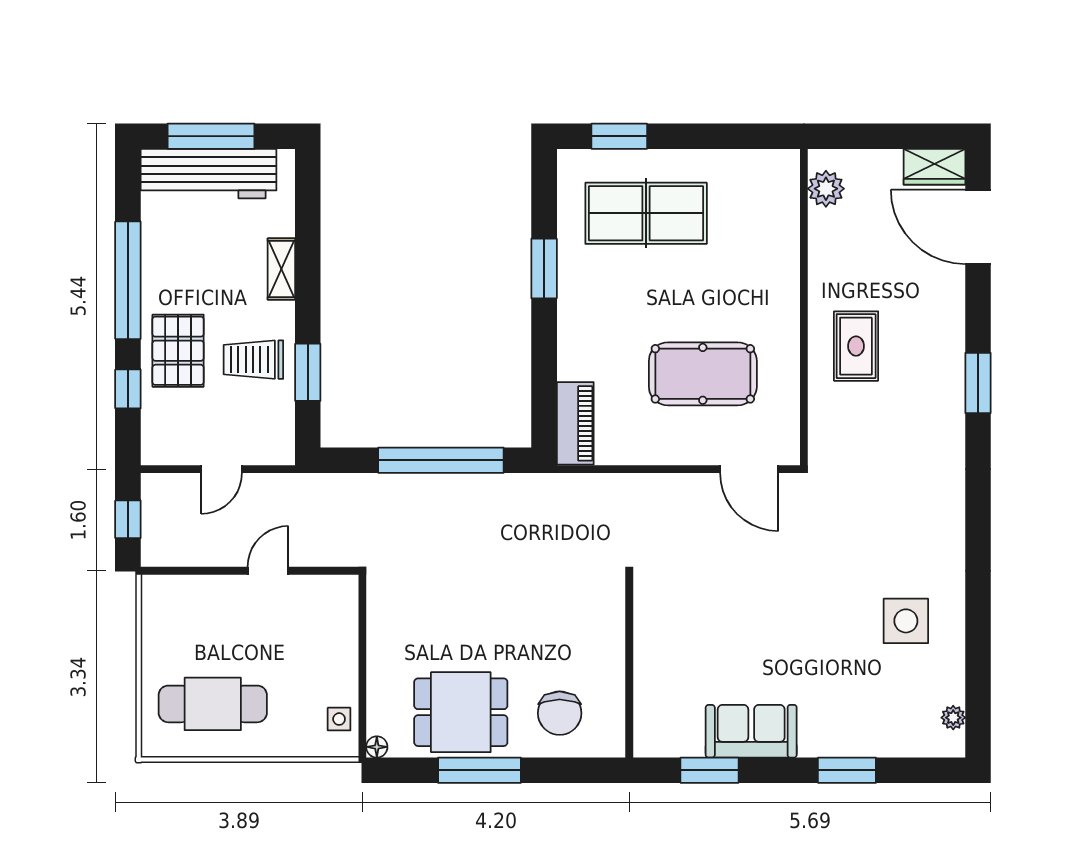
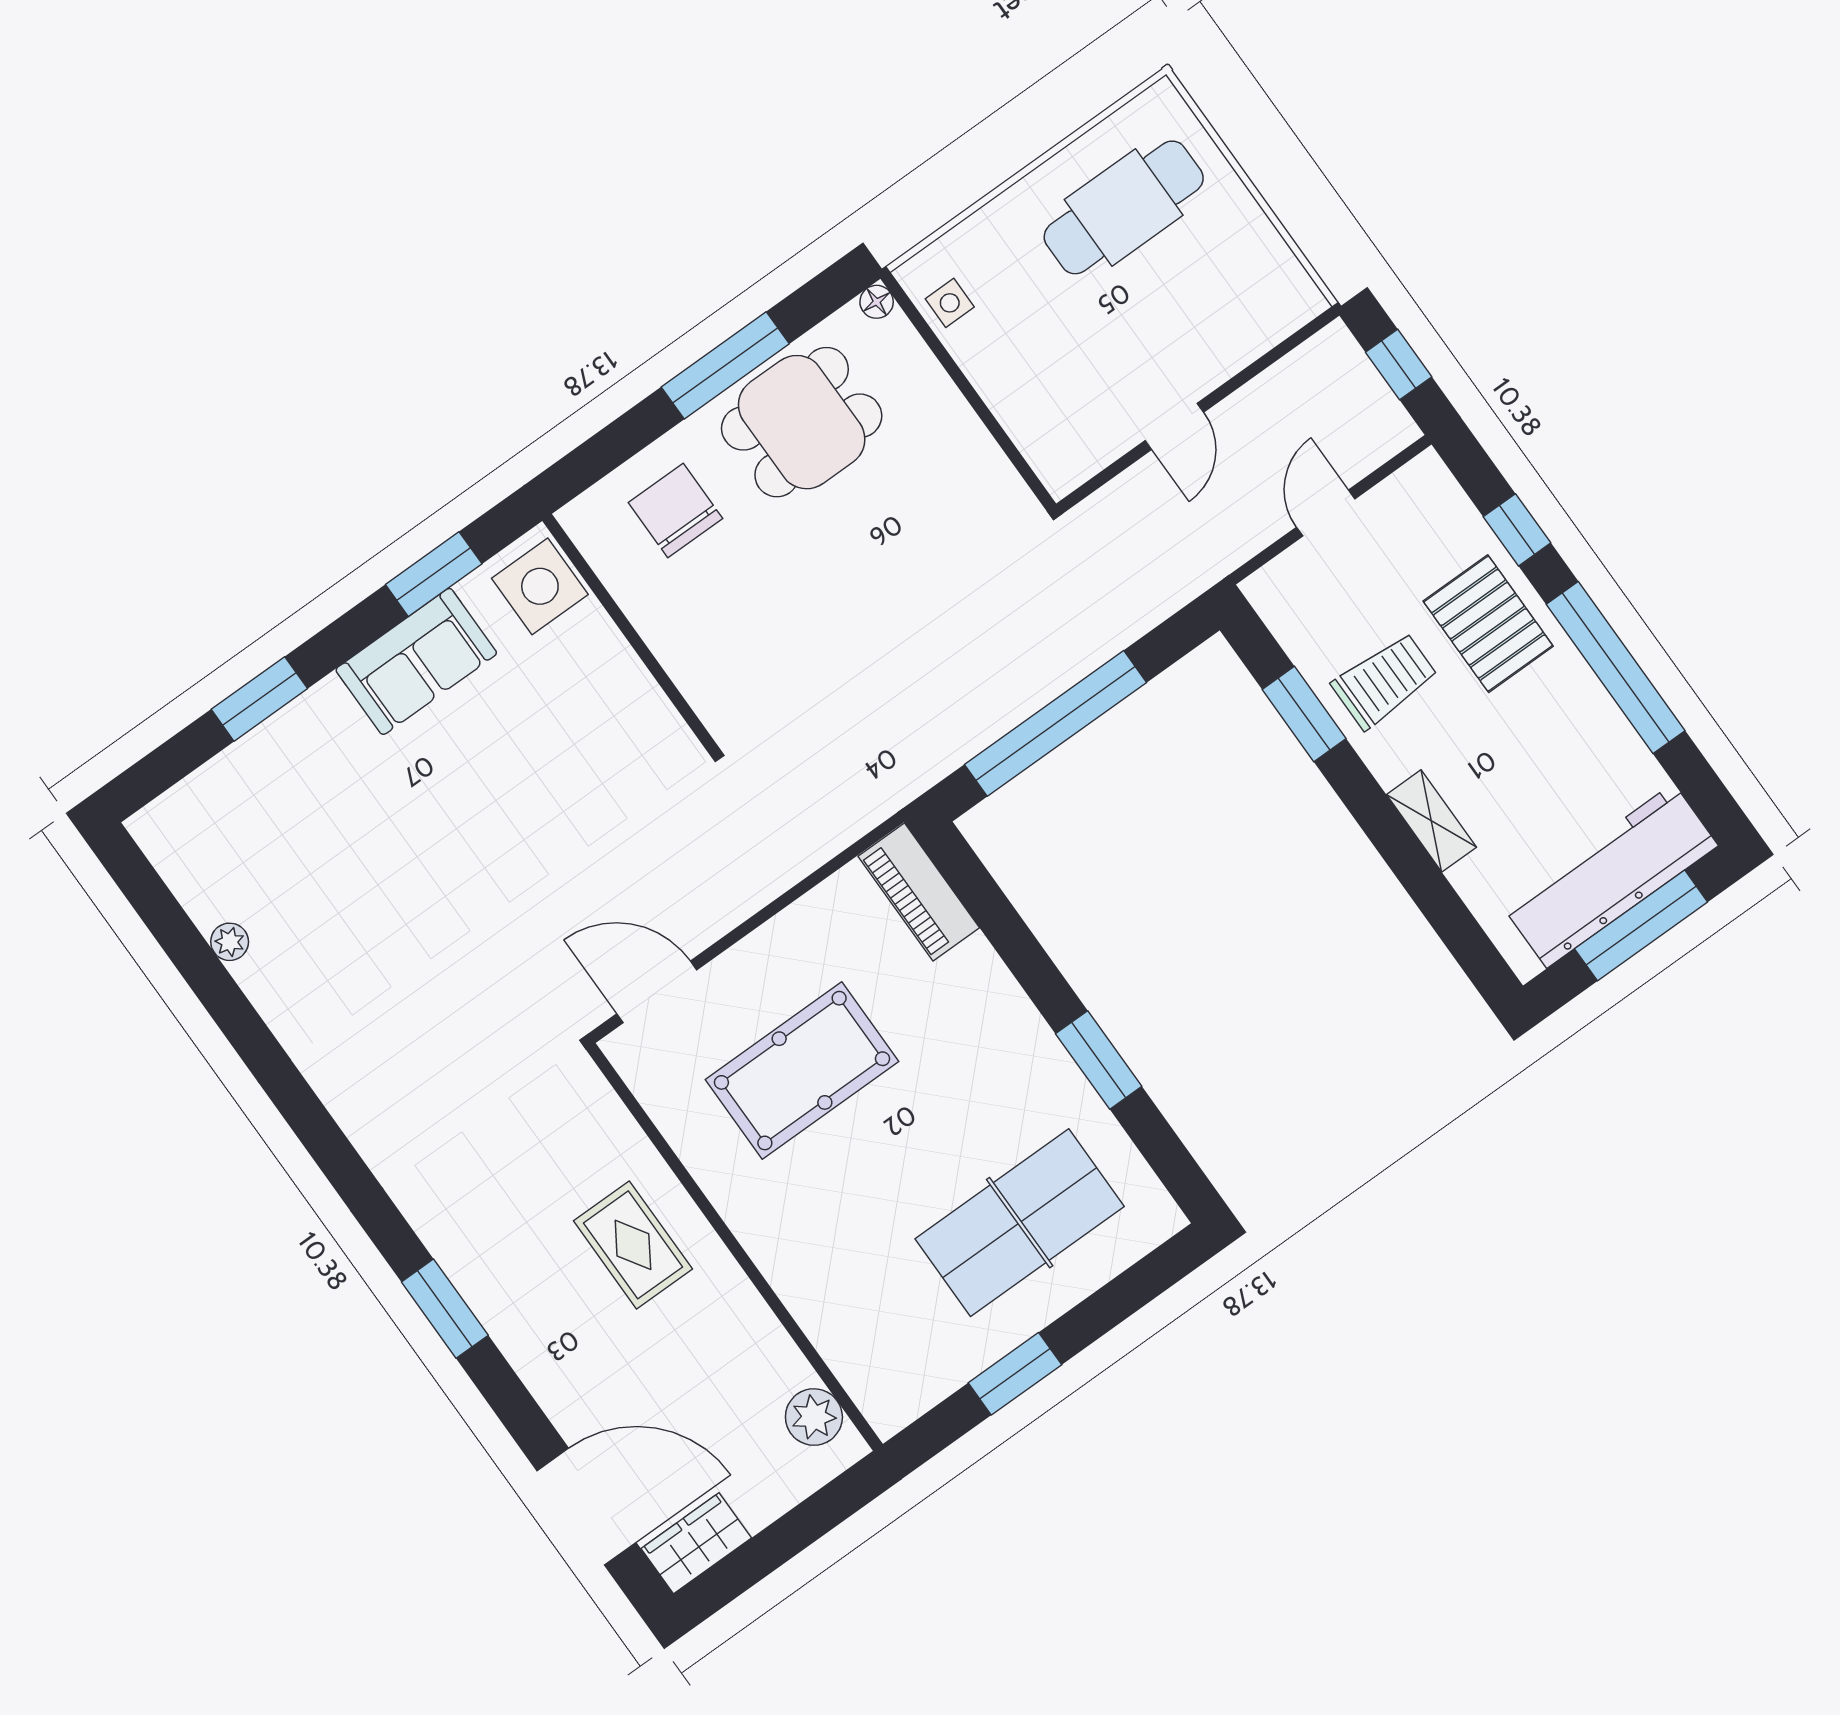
window: (619, 136) -> (1015, 1374), moved
side table: (906, 621) -> (540, 586), moved
plant: (953, 718) -> (230, 942), moved

